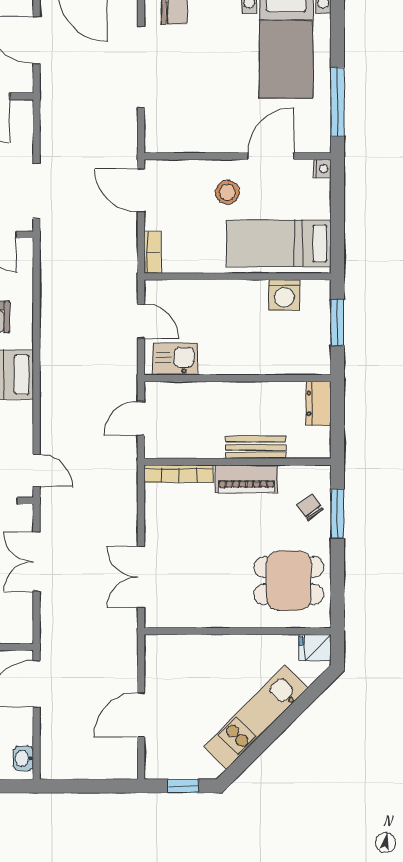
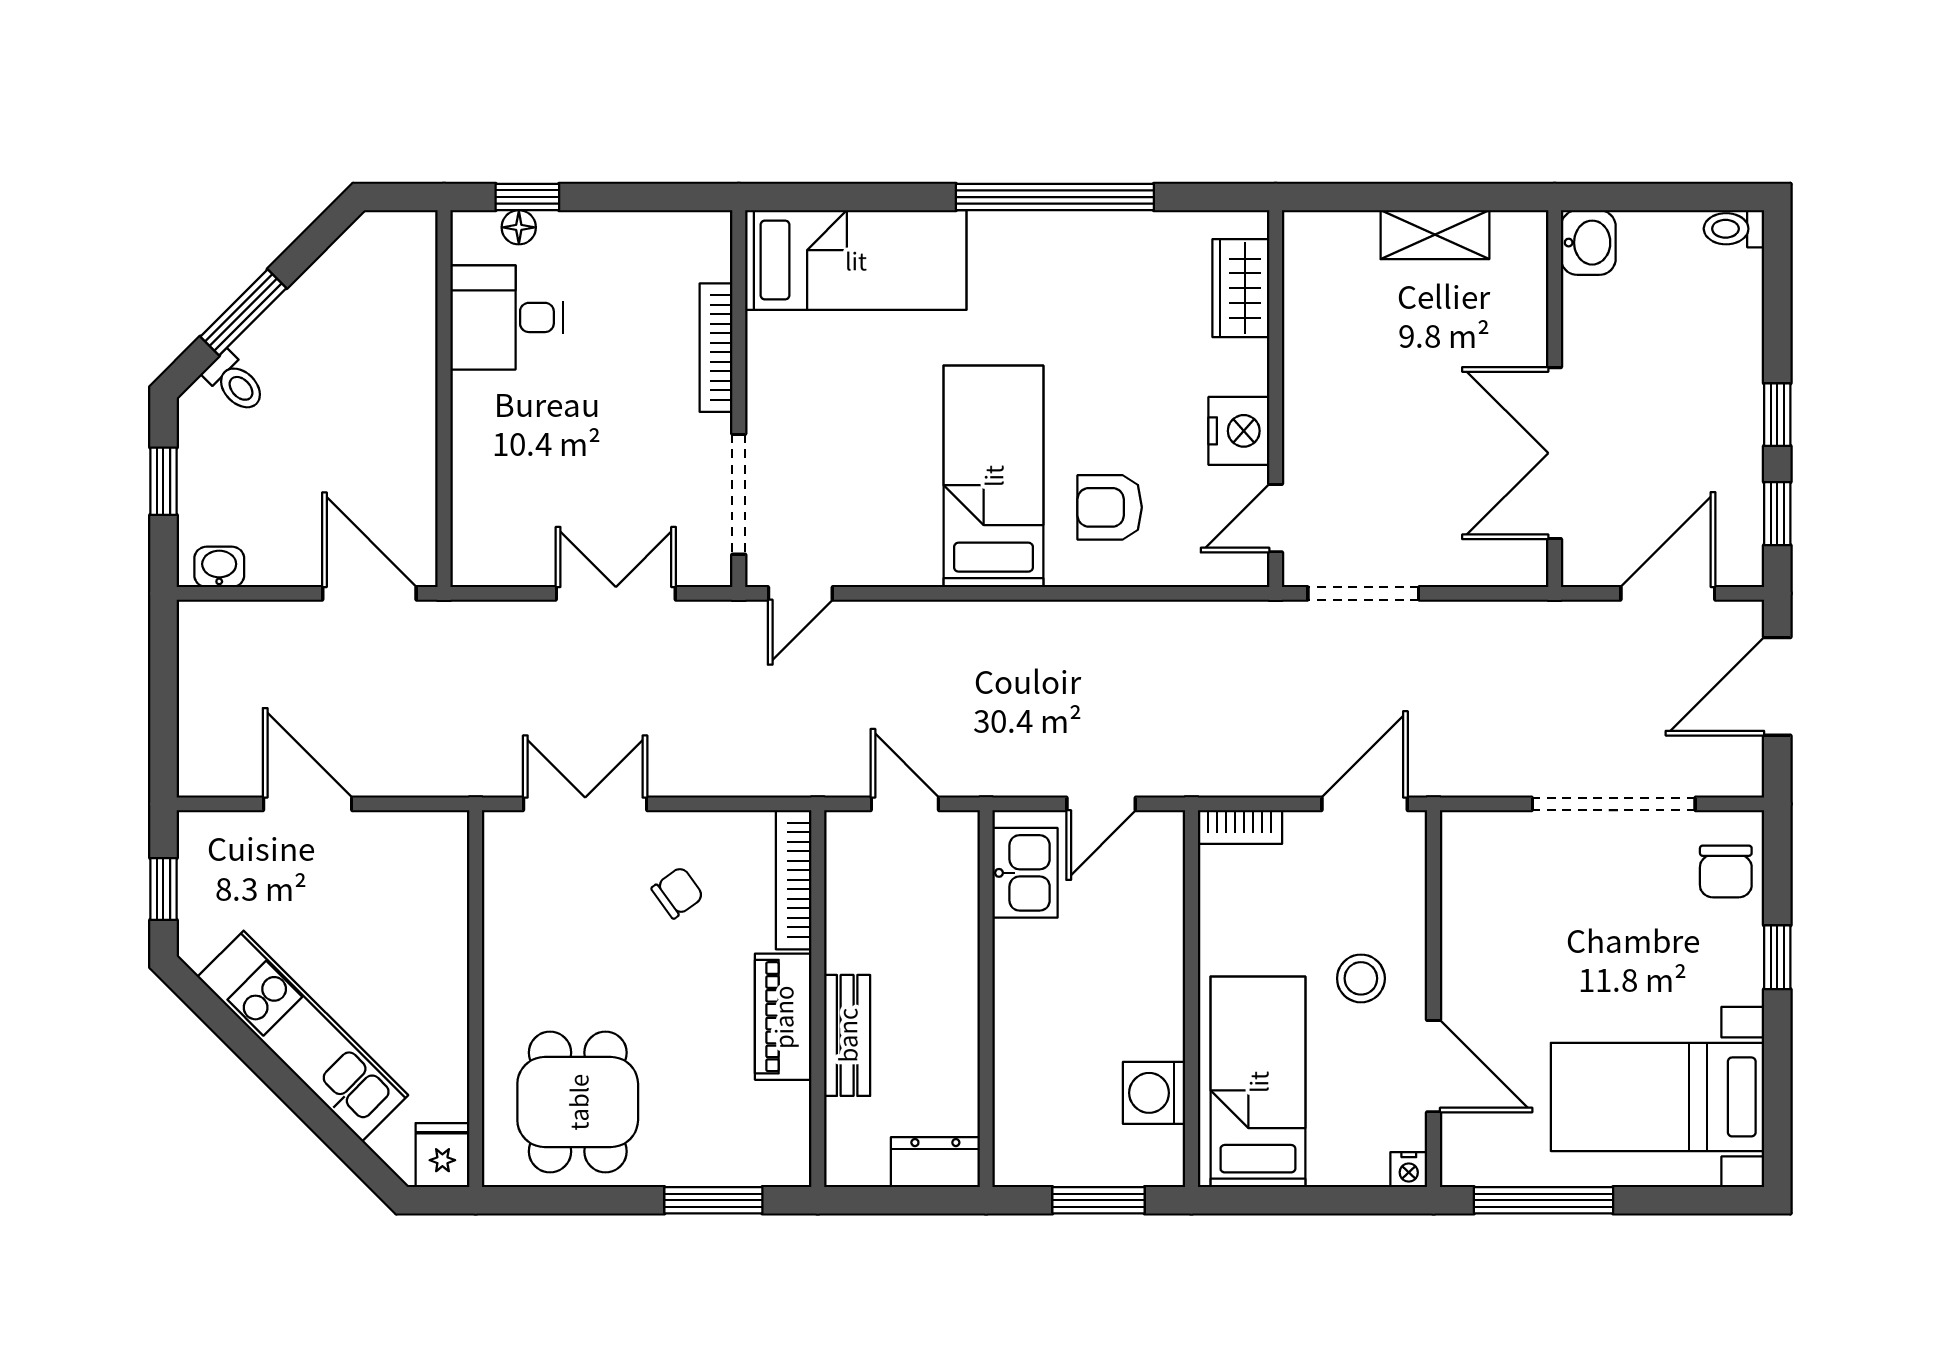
chair: (310, 507) -> (678, 893), moved

